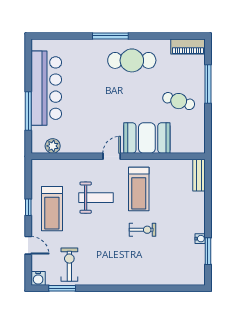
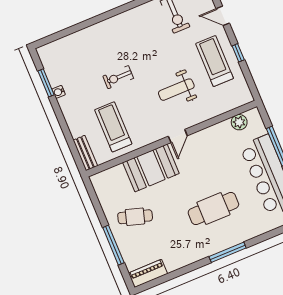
cafe table: (132, 60) -> (213, 209), moved
treadmill: (139, 189) -> (113, 127), moved

